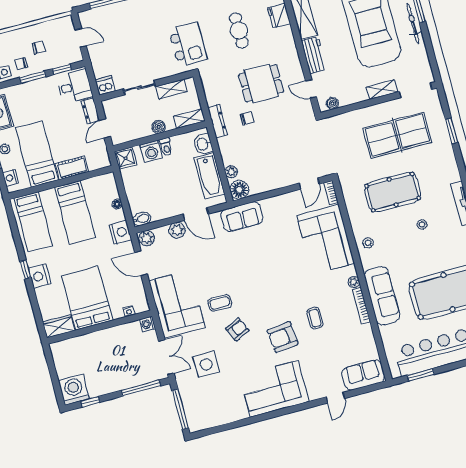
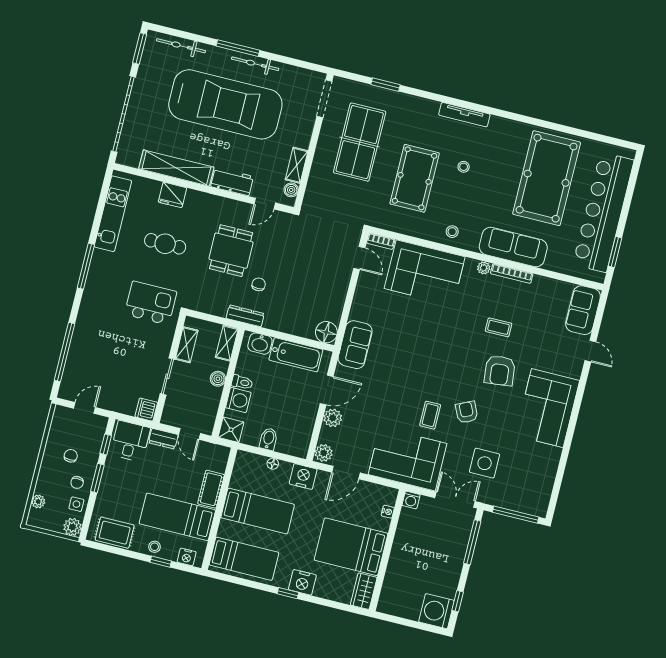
shelving: (382, 90) -> (297, 165), moved
plant: (231, 172) -> (304, 330), removed
bidet: (142, 219) -> (268, 439), moved

